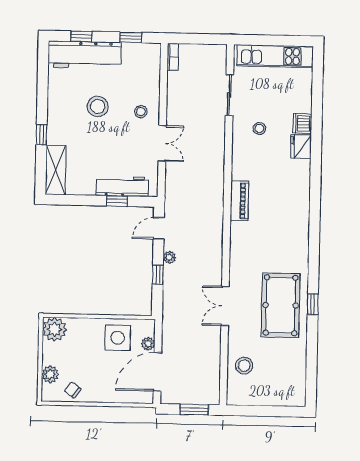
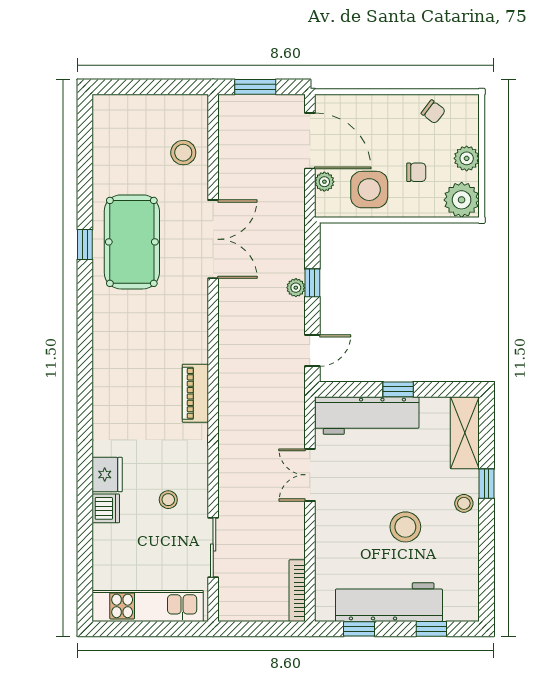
workbench: (85, 55) -> (389, 602), moved
bookcase: (173, 57) -> (297, 591), width x1.56
stool: (141, 112) -> (464, 503), moved
workbench: (122, 186) -> (367, 415), width x1.36, depth x1.32
window: (117, 201) -> (398, 389), moved
plant: (169, 257) -> (296, 288), moved
double door: (225, 306) -> (213, 239), width x1.37
chair: (85, 349) -> (416, 172), added
door: (157, 372) -> (310, 141), hinge flipped
plant: (50, 374) -> (467, 158), moved

